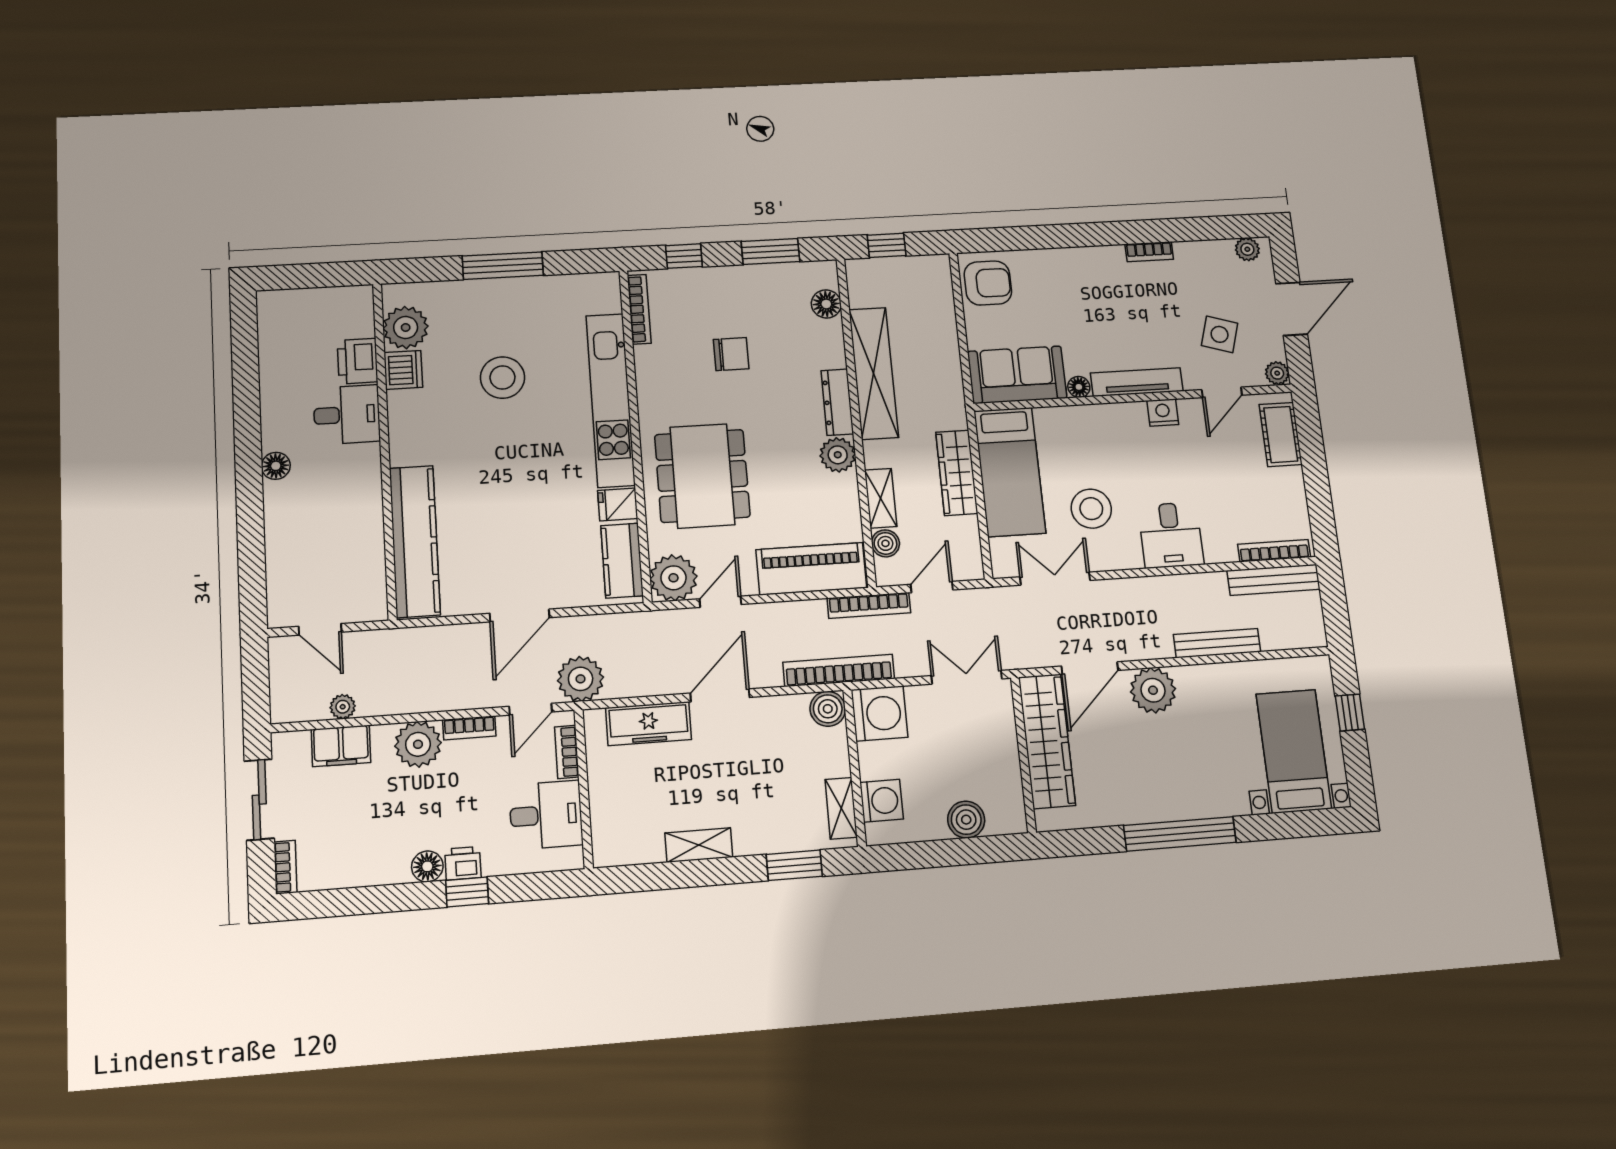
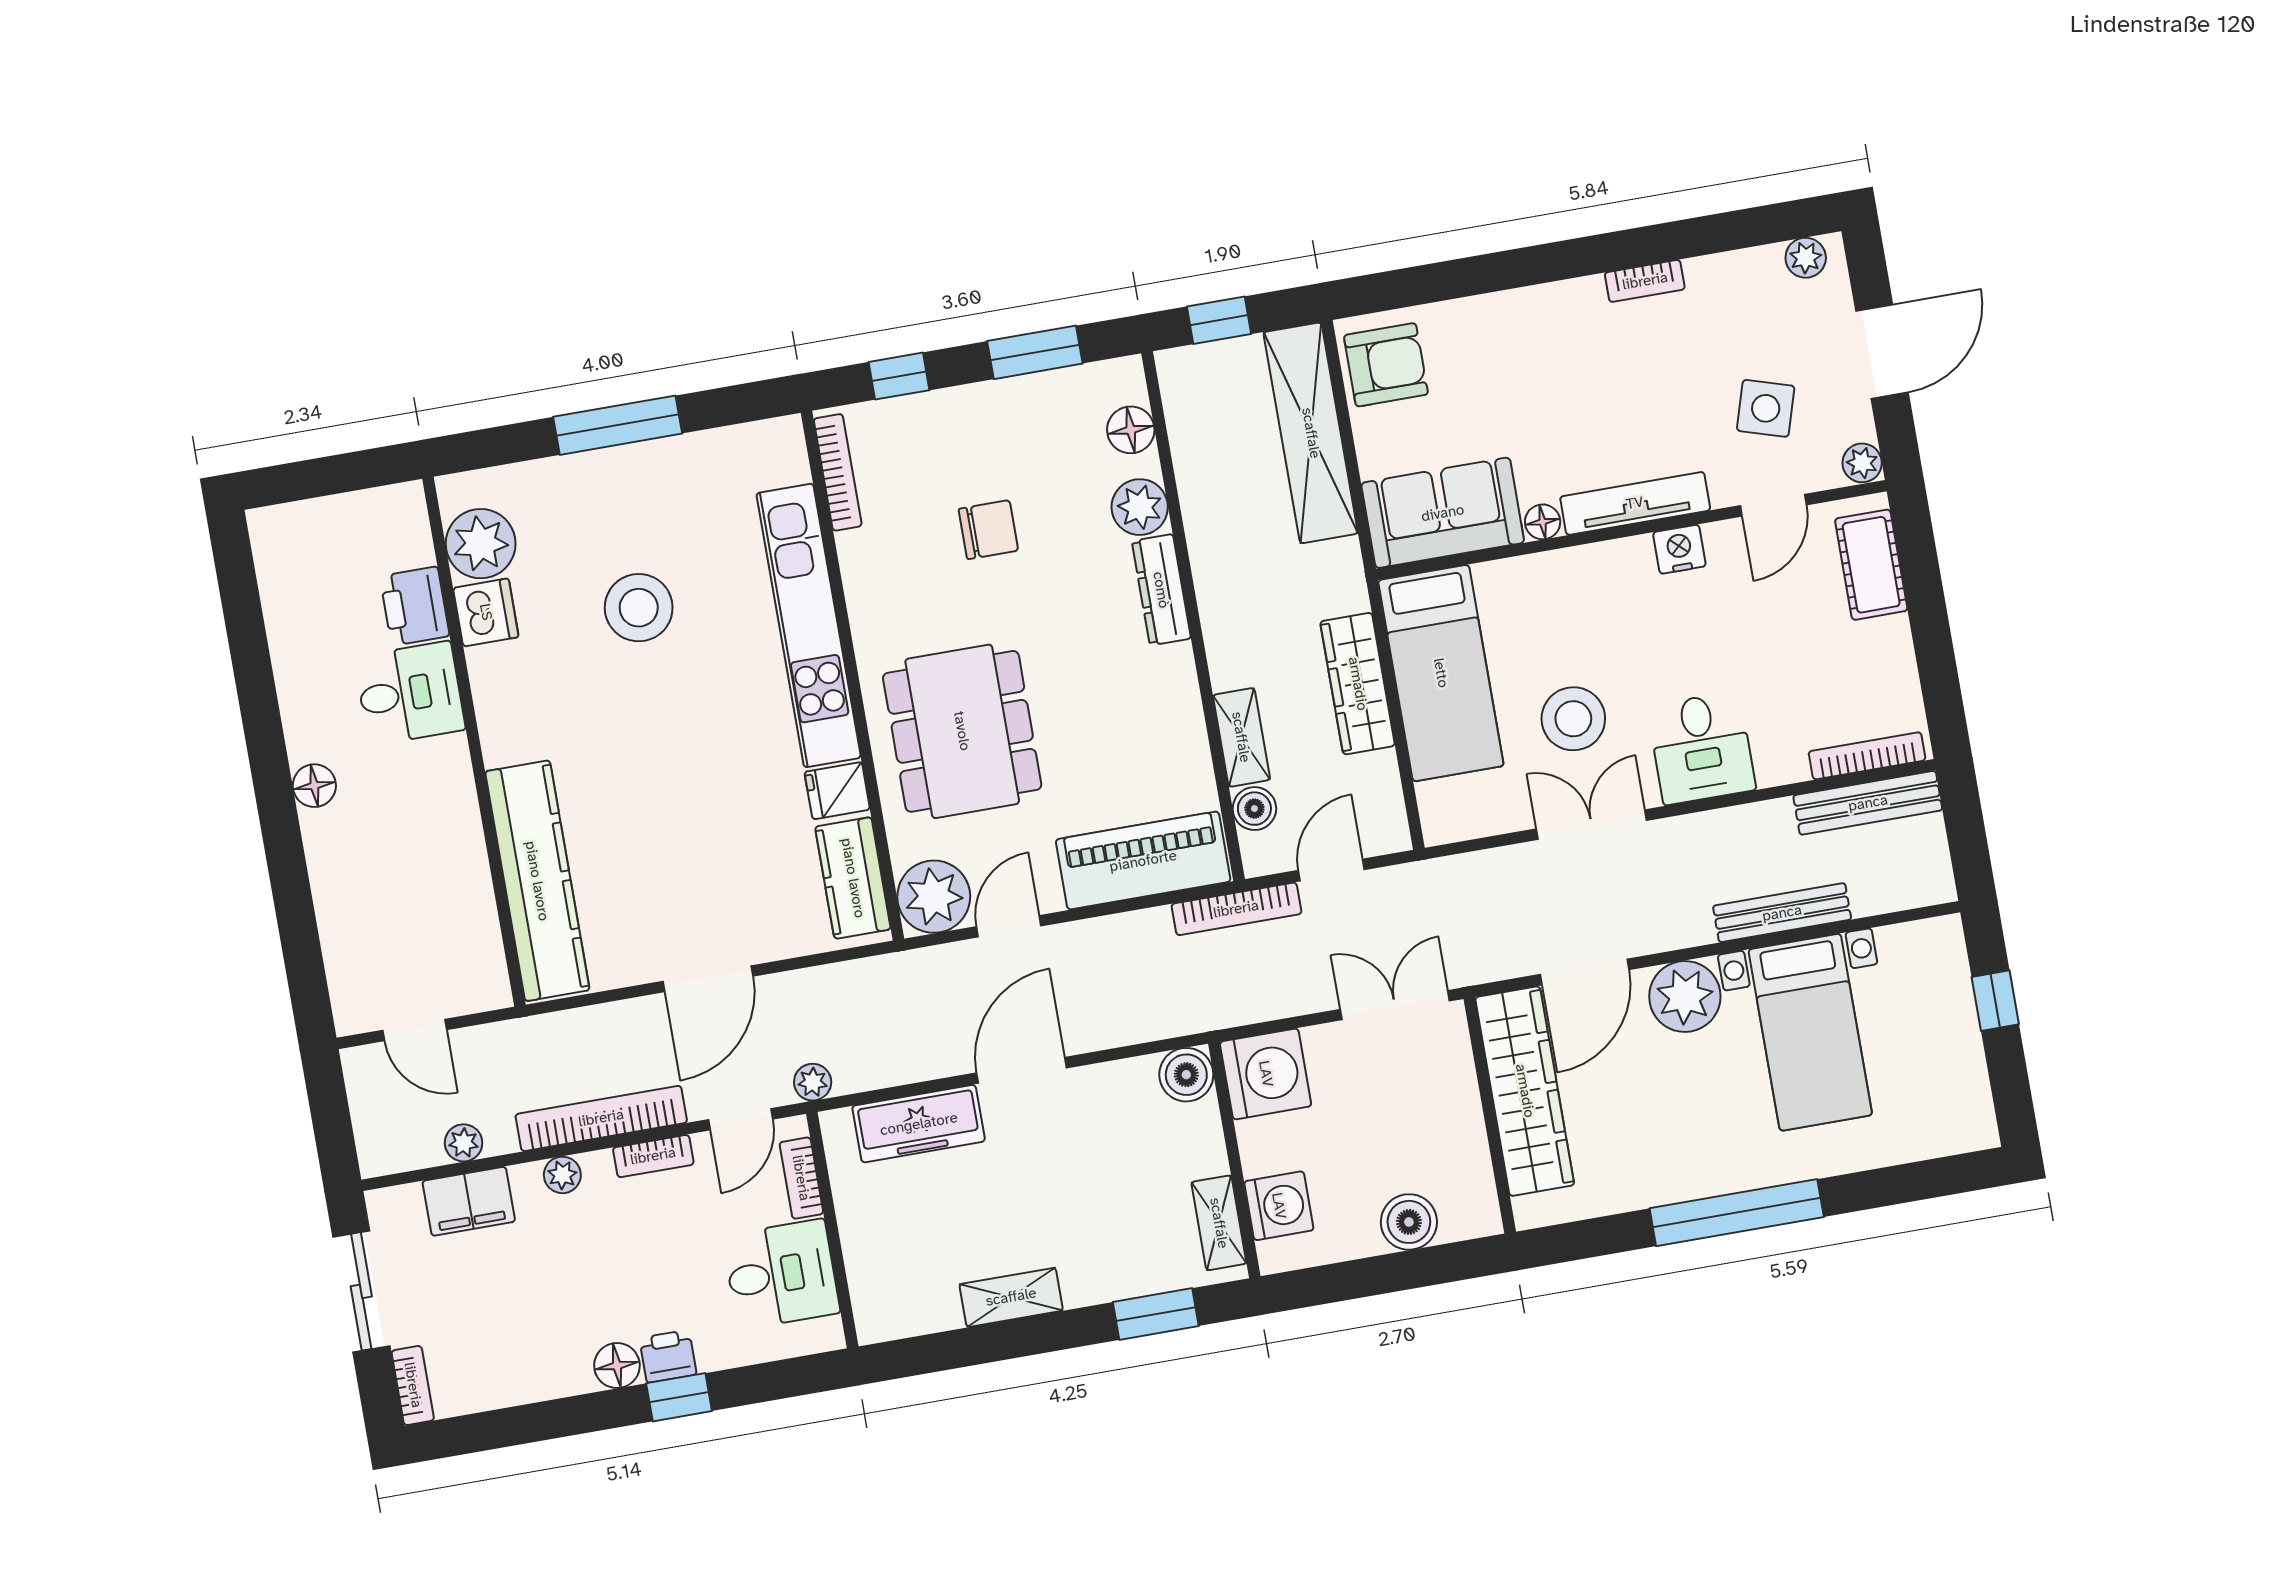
shelving: (874, 373) -> (1311, 433), moved
plant: (838, 455) -> (1140, 507), moved
double door: (1055, 579) -> (1592, 825), moved
bookcase: (839, 670) -> (601, 1118), moved
plant: (581, 679) -> (813, 1082), width x0.53, depth x0.53
plant: (418, 744) -> (562, 1175), width x0.53, depth x0.53
bed with nightstands: (1294, 751) -> (1810, 1032), moved, turned 180

